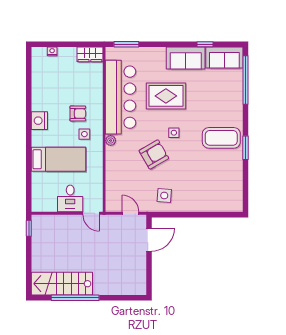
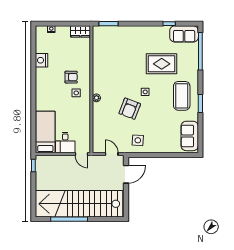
sofa: (186, 58) -> (190, 136), moved, turned 90
rug: (166, 96) -> (162, 64), moved
bar counter: (121, 97) -> (104, 64), removed
nightstand: (39, 121) -> (42, 60), moved
coffee table: (221, 138) -> (182, 96), turned 90
armchair: (154, 154) -> (130, 109), turned 141
bed: (59, 159) -> (45, 132), moved, turned -90
stairs: (62, 284) -> (79, 204), width x1.86, depth x1.51

